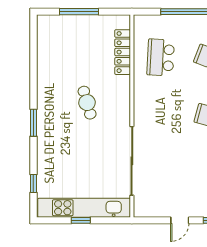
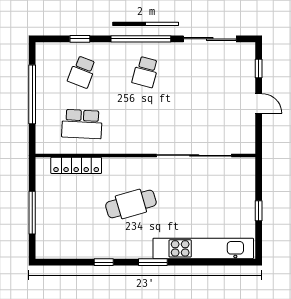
cafe table: (87, 103) -> (131, 204), width x1.37, depth x1.35
window: (33, 184) -> (104, 262), moved
kitchen unit: (84, 208) -> (203, 248), moved, turned 90

